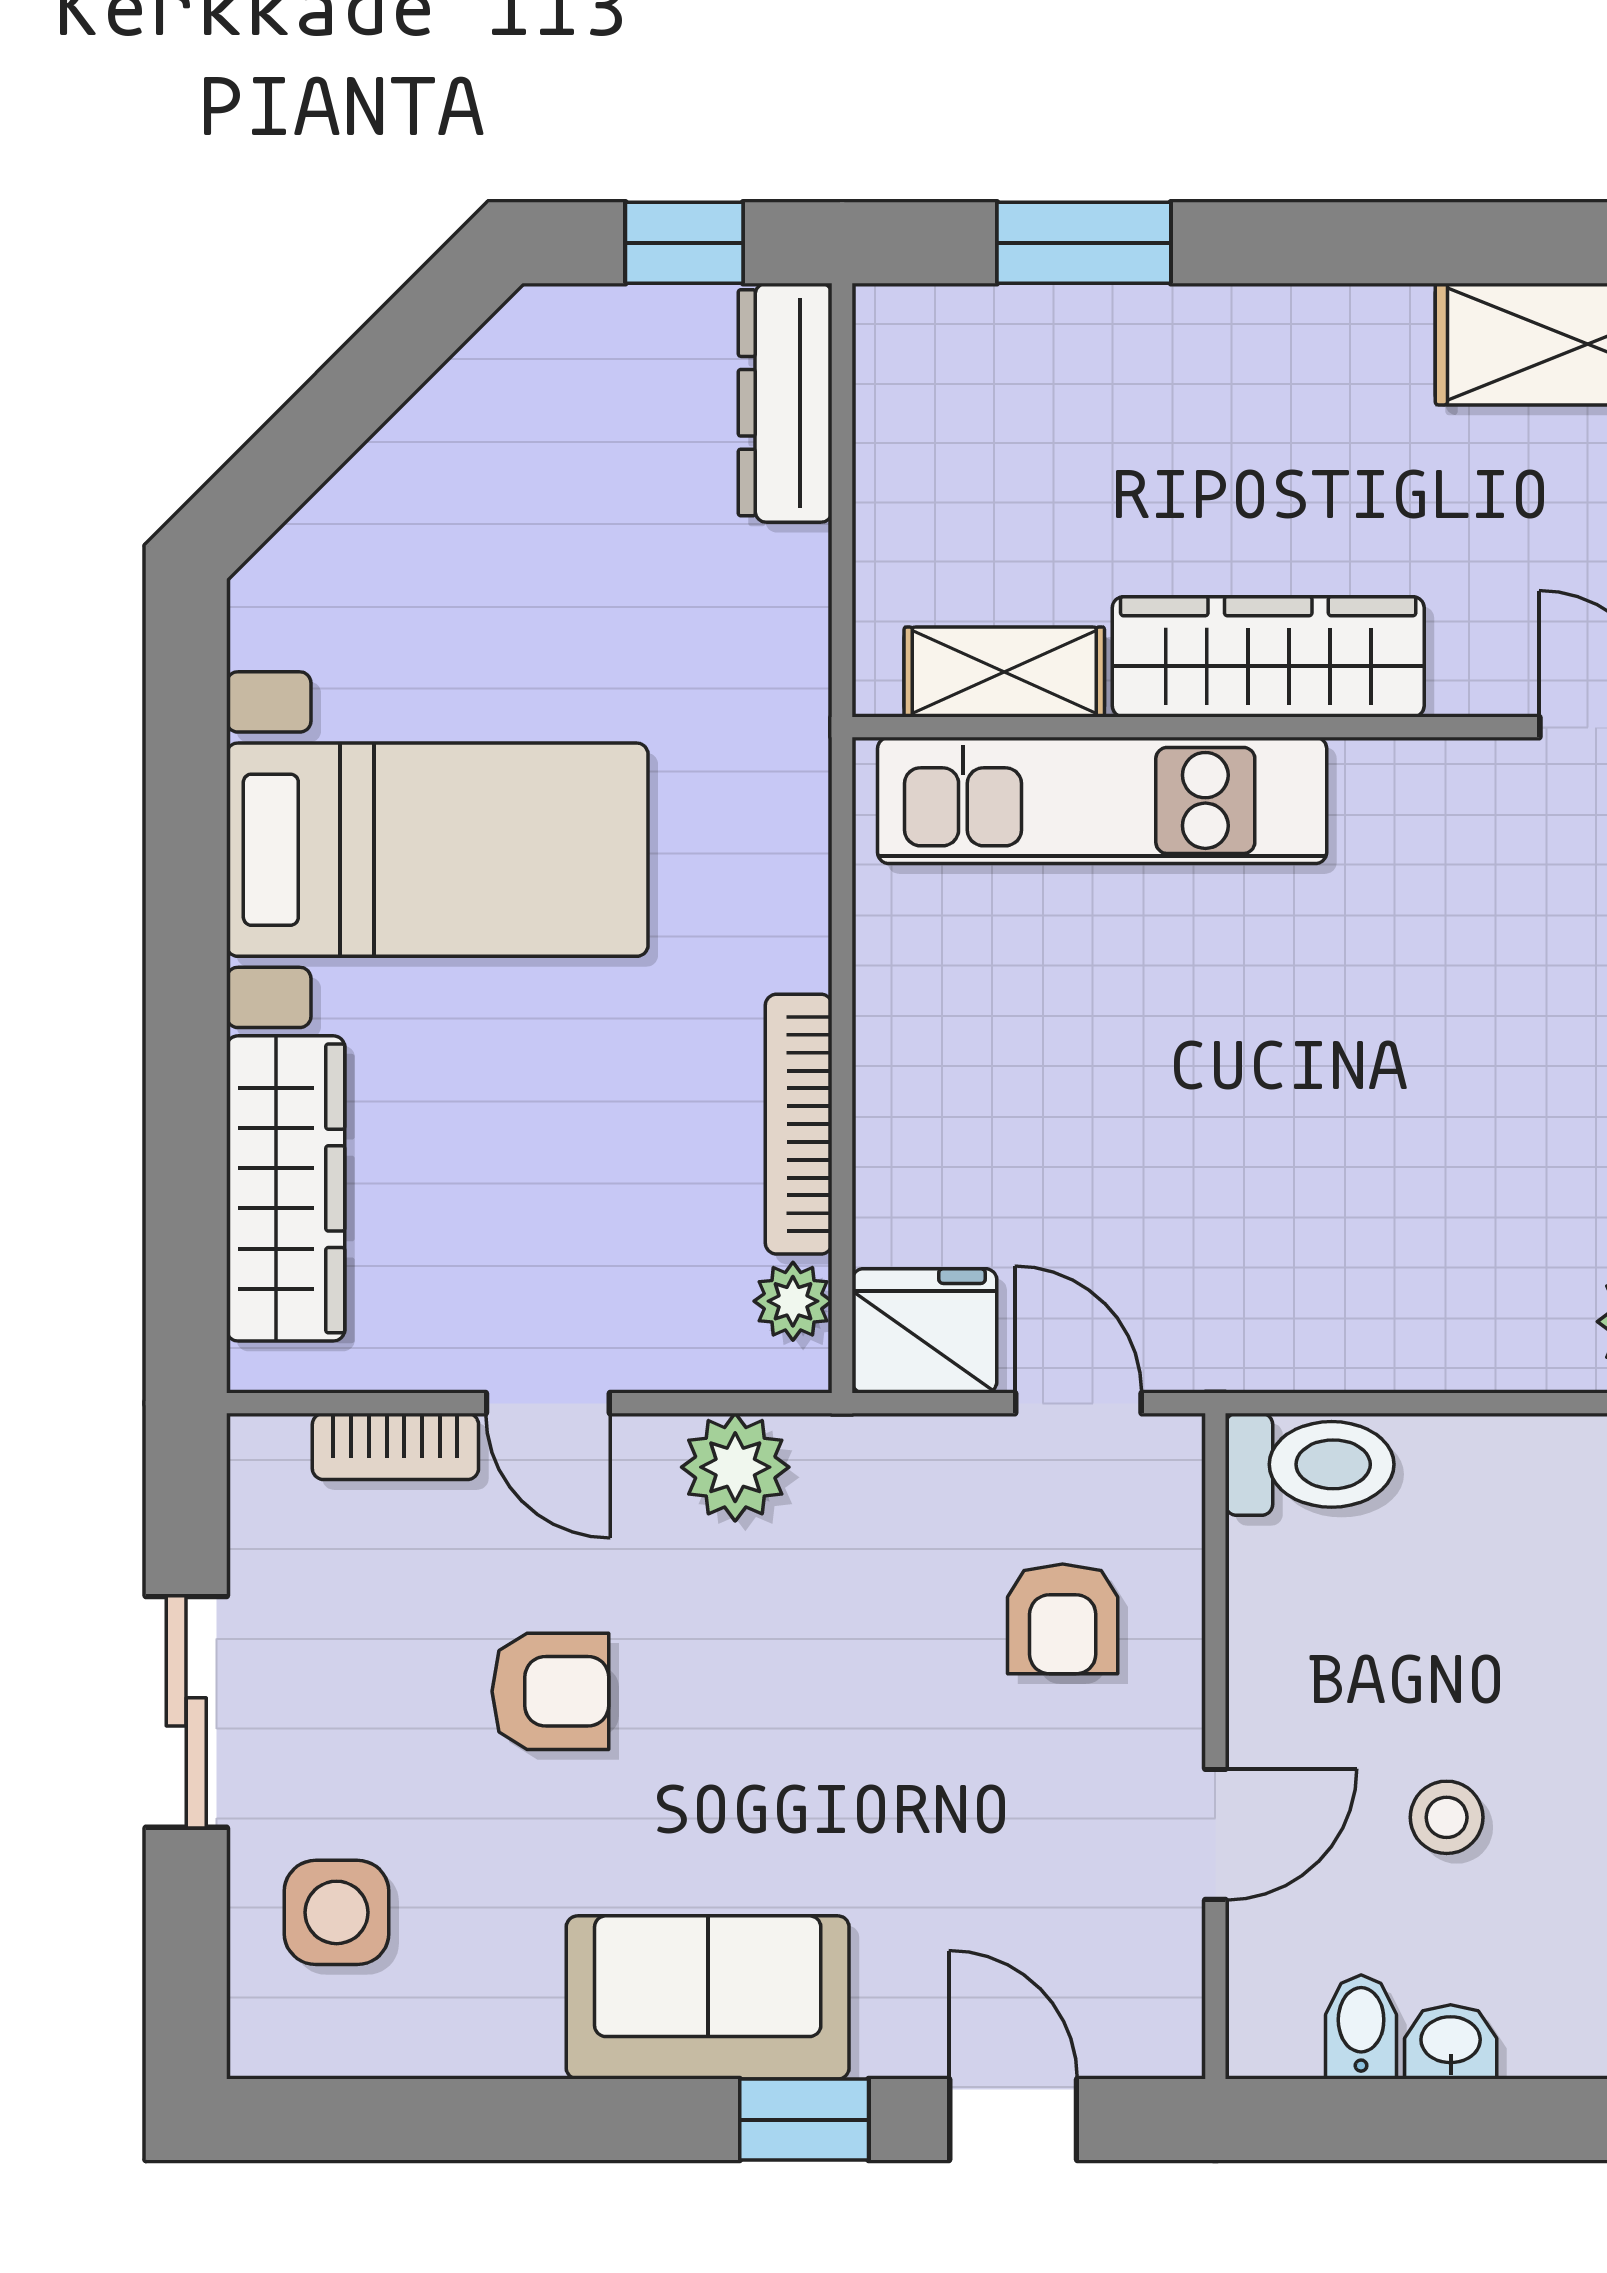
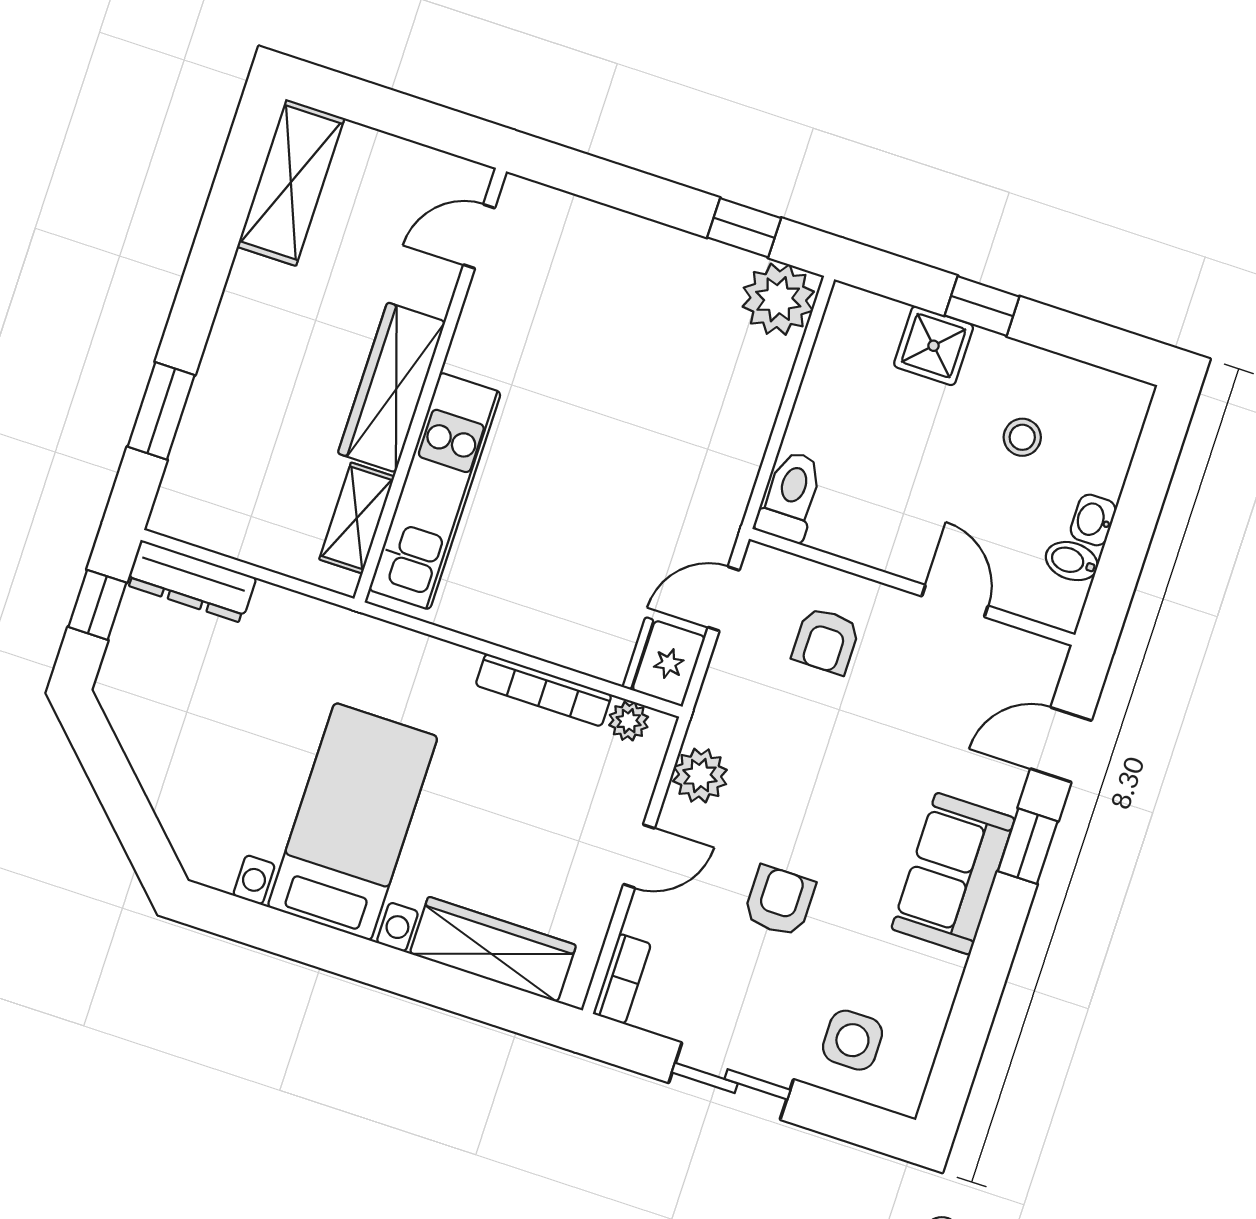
bookcase: (395, 1446) -> (622, 979), moved
armchair: (1063, 1619) -> (826, 641), turned 90
stool: (1447, 1817) -> (1022, 437), moved

